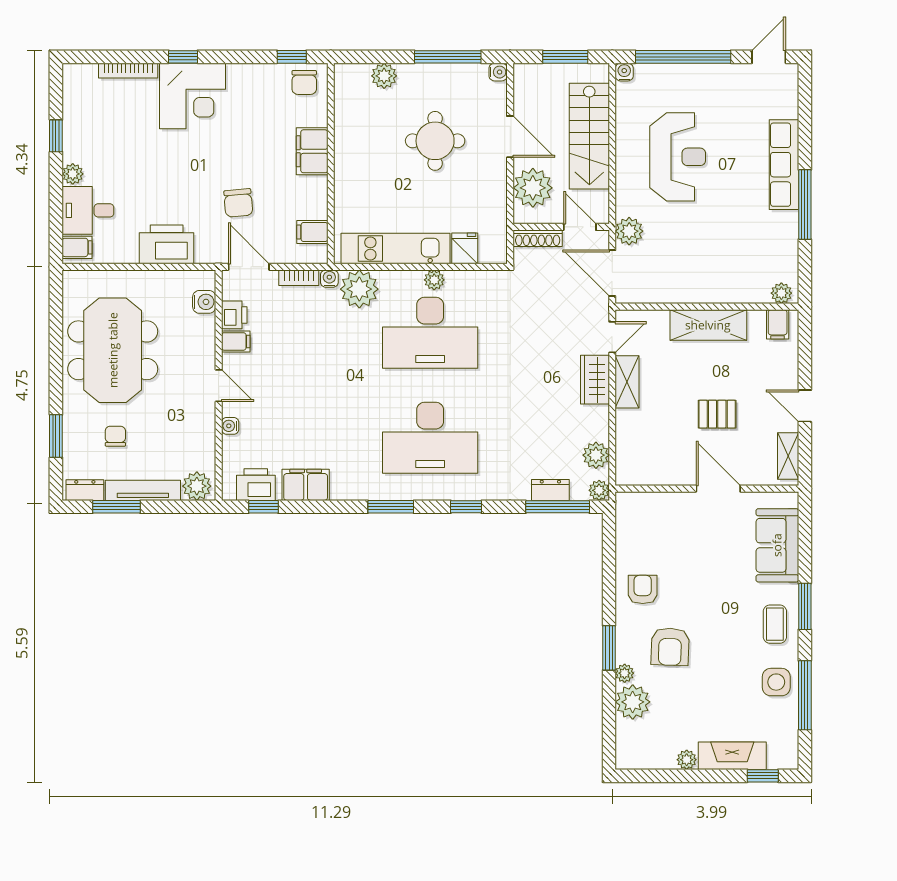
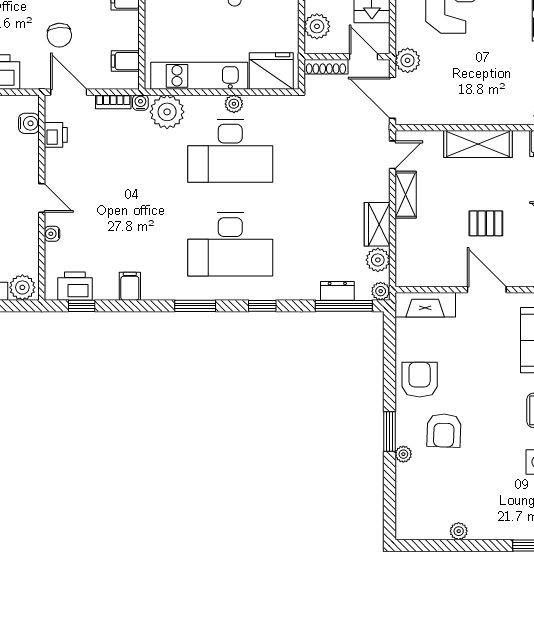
plant: (533, 188) -> (317, 26), width x0.73, depth x0.73
fridge: (465, 248) -> (271, 71), width x1.88, depth x1.34
filing cabinet: (236, 341) -> (57, 159), removed
wardrobe: (595, 380) -> (377, 224), moved
filing cabinet: (306, 485) -> (130, 286), width x0.50
armchair: (643, 589) -> (420, 380), width x1.38, depth x1.38
plant: (633, 702) -> (411, 480), removed
fireplace: (732, 756) -> (425, 305), moved, turned 180

